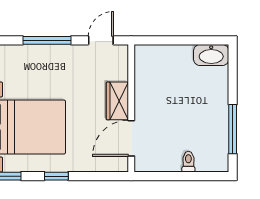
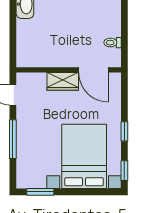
toilet: (188, 162) -> (113, 43), moved

